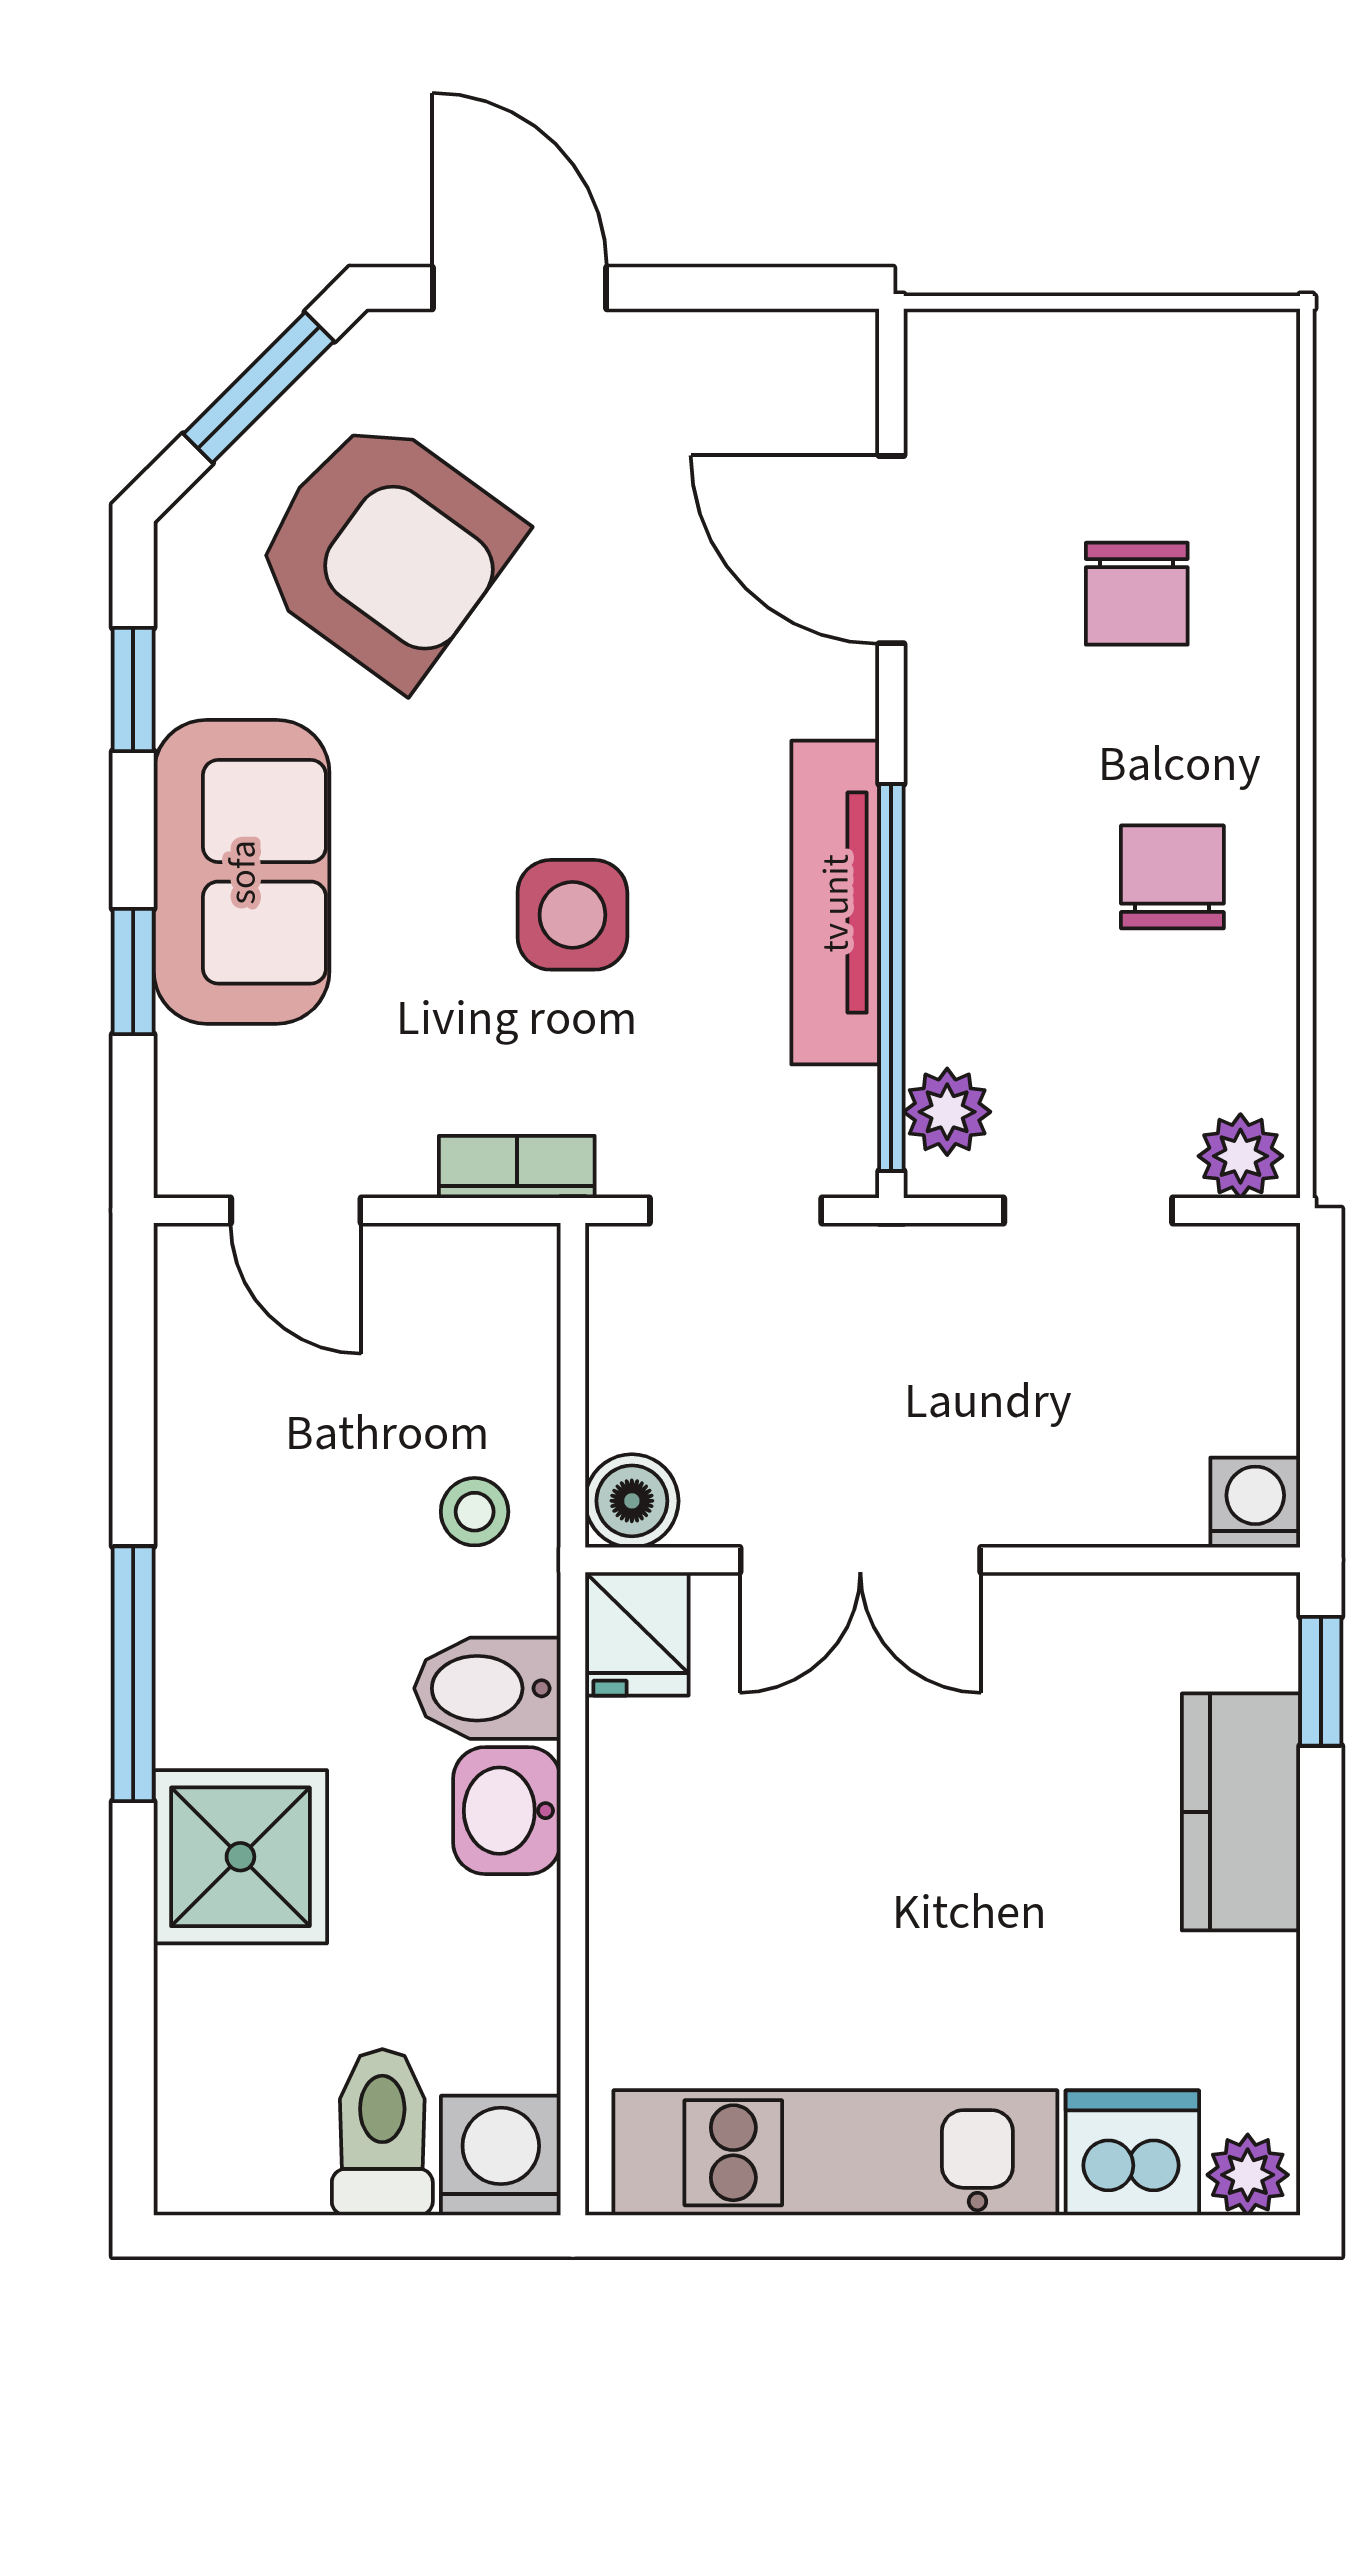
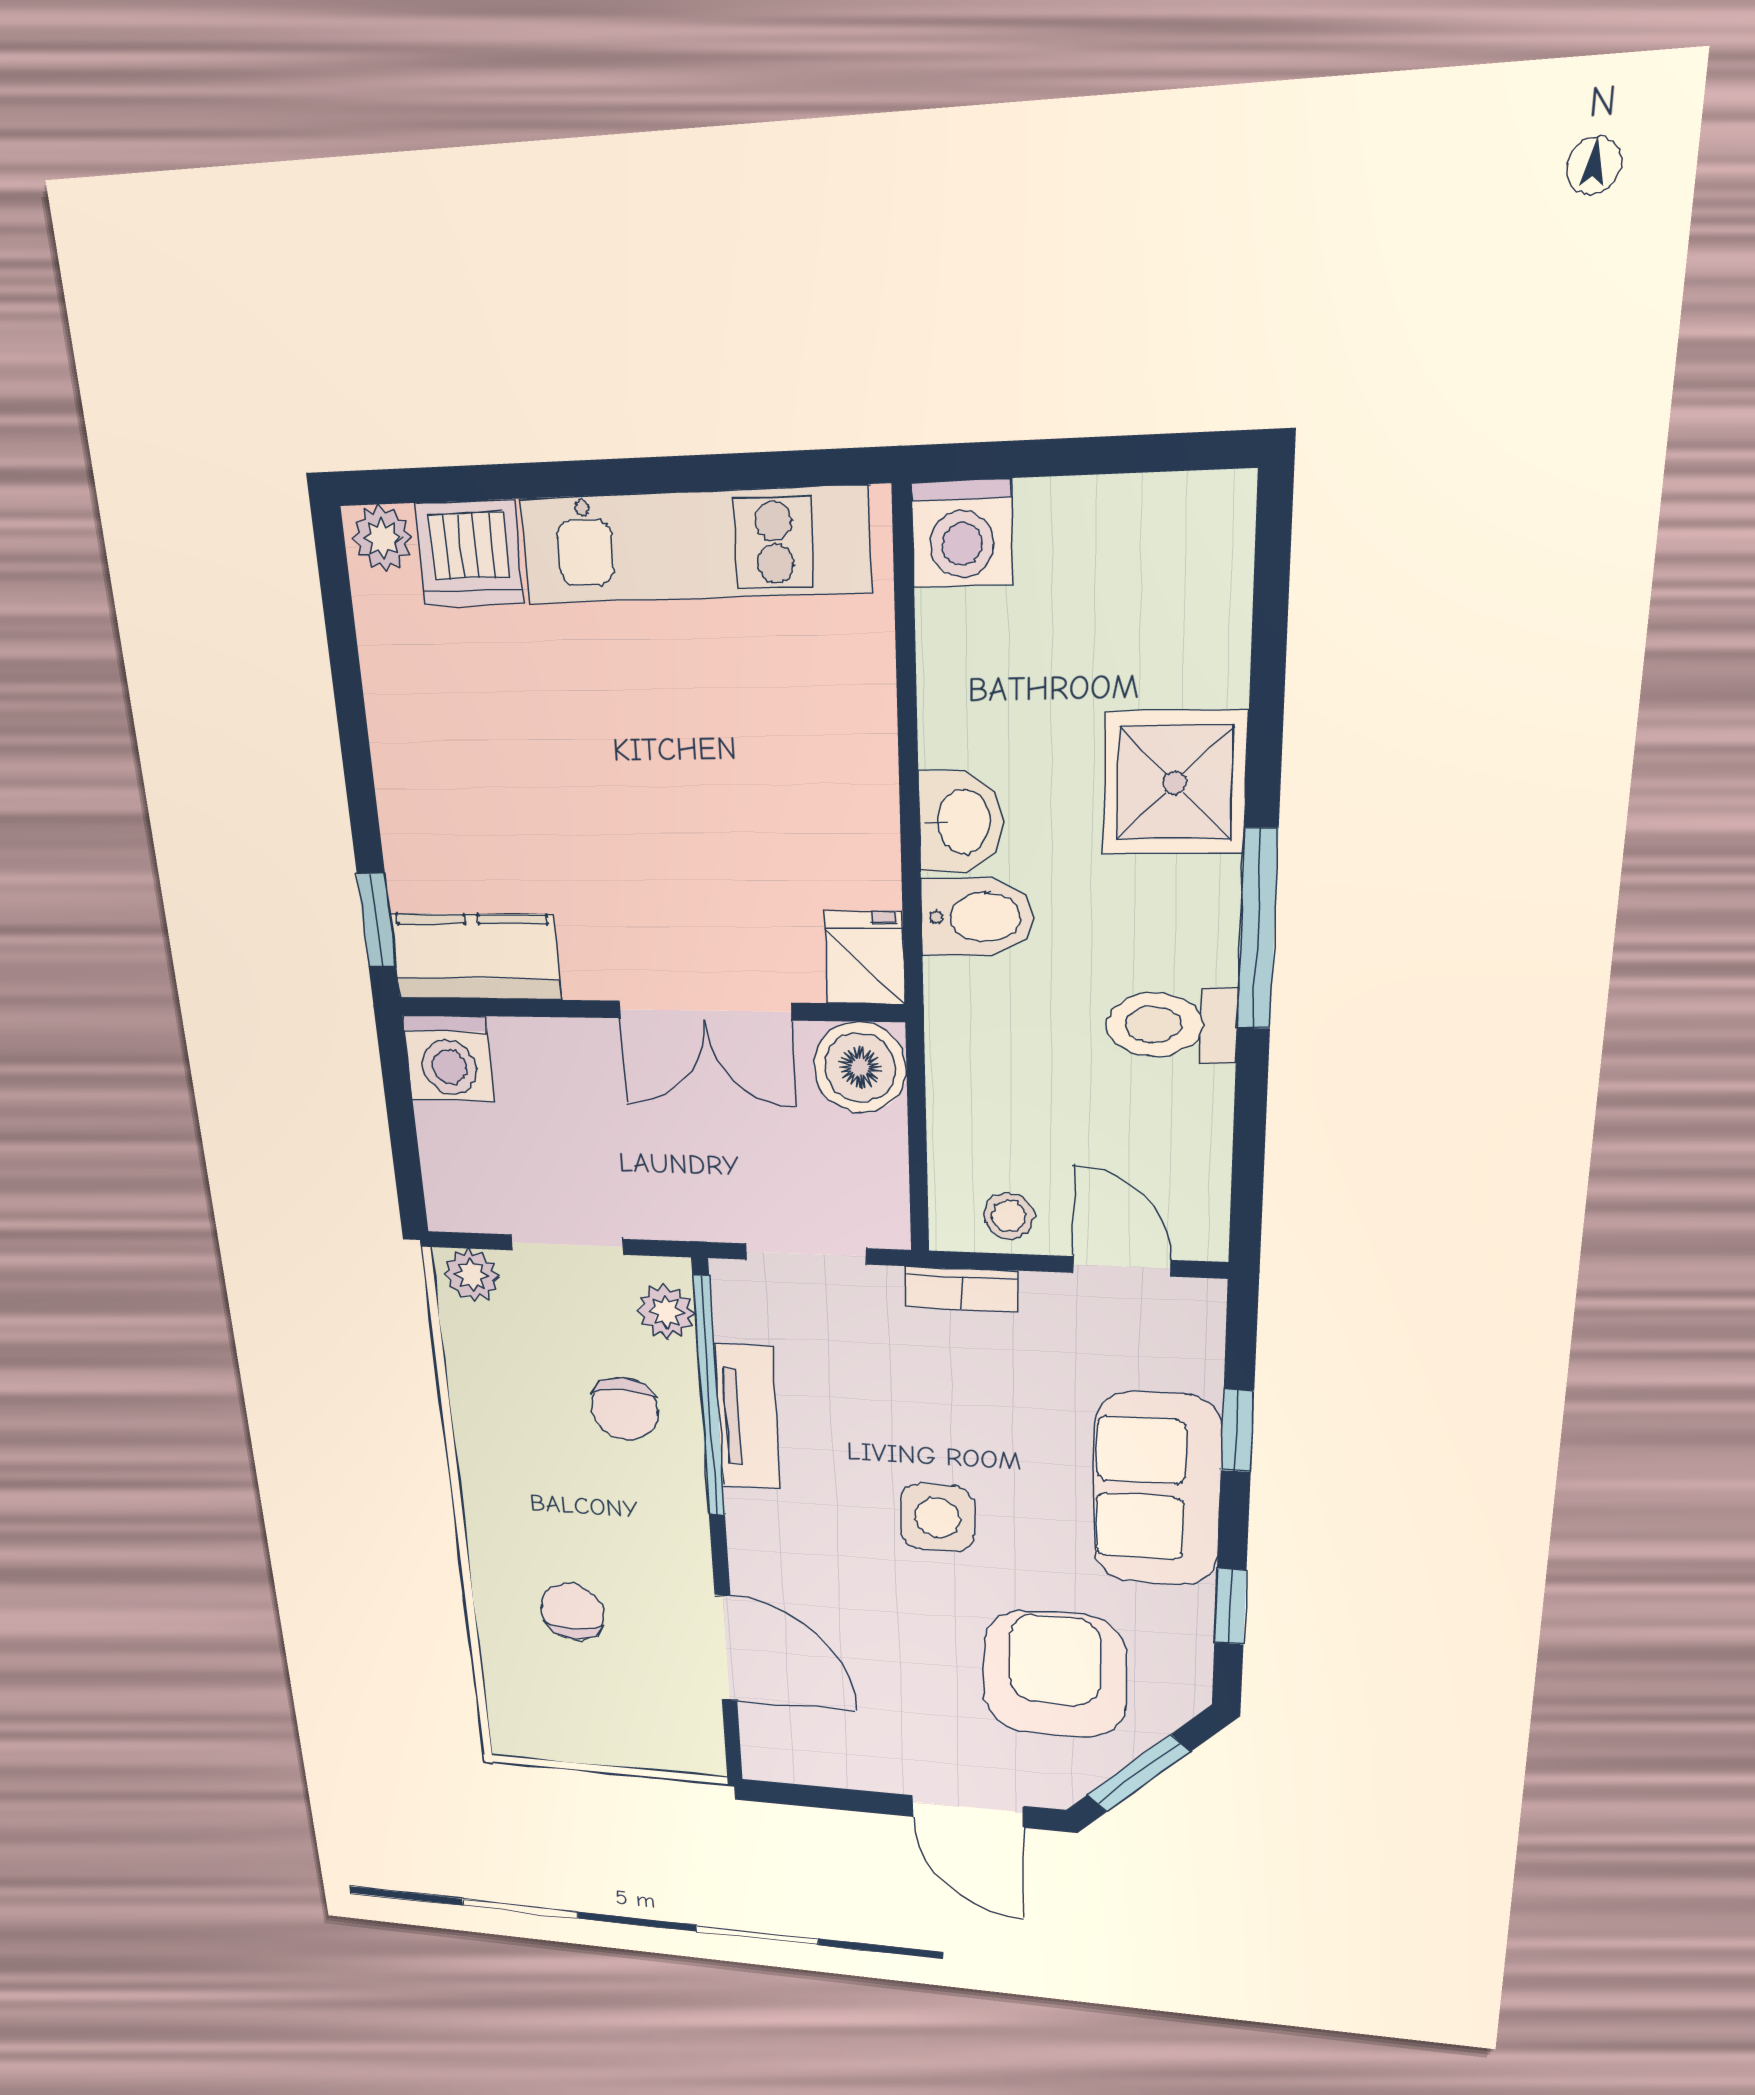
armchair: (385, 550) -> (1055, 1675), turned 54
chair: (1172, 877) -> (625, 1409), moved
tv unit: (835, 903) -> (747, 1417), width x0.71
side table: (572, 915) -> (937, 1518), moved
boiler: (632, 1501) -> (860, 1068), width x1.36, depth x1.36
washing machine: (1255, 1503) -> (448, 1058), width x1.38, depth x1.38
stool: (475, 1512) -> (1009, 1216), moved
double door: (860, 1560) -> (705, 1010), swing flipped
kitchen counter: (1241, 1812) -> (475, 957), moved, turned -90
toilet: (382, 2132) -> (1172, 1025), moved, turned 90

